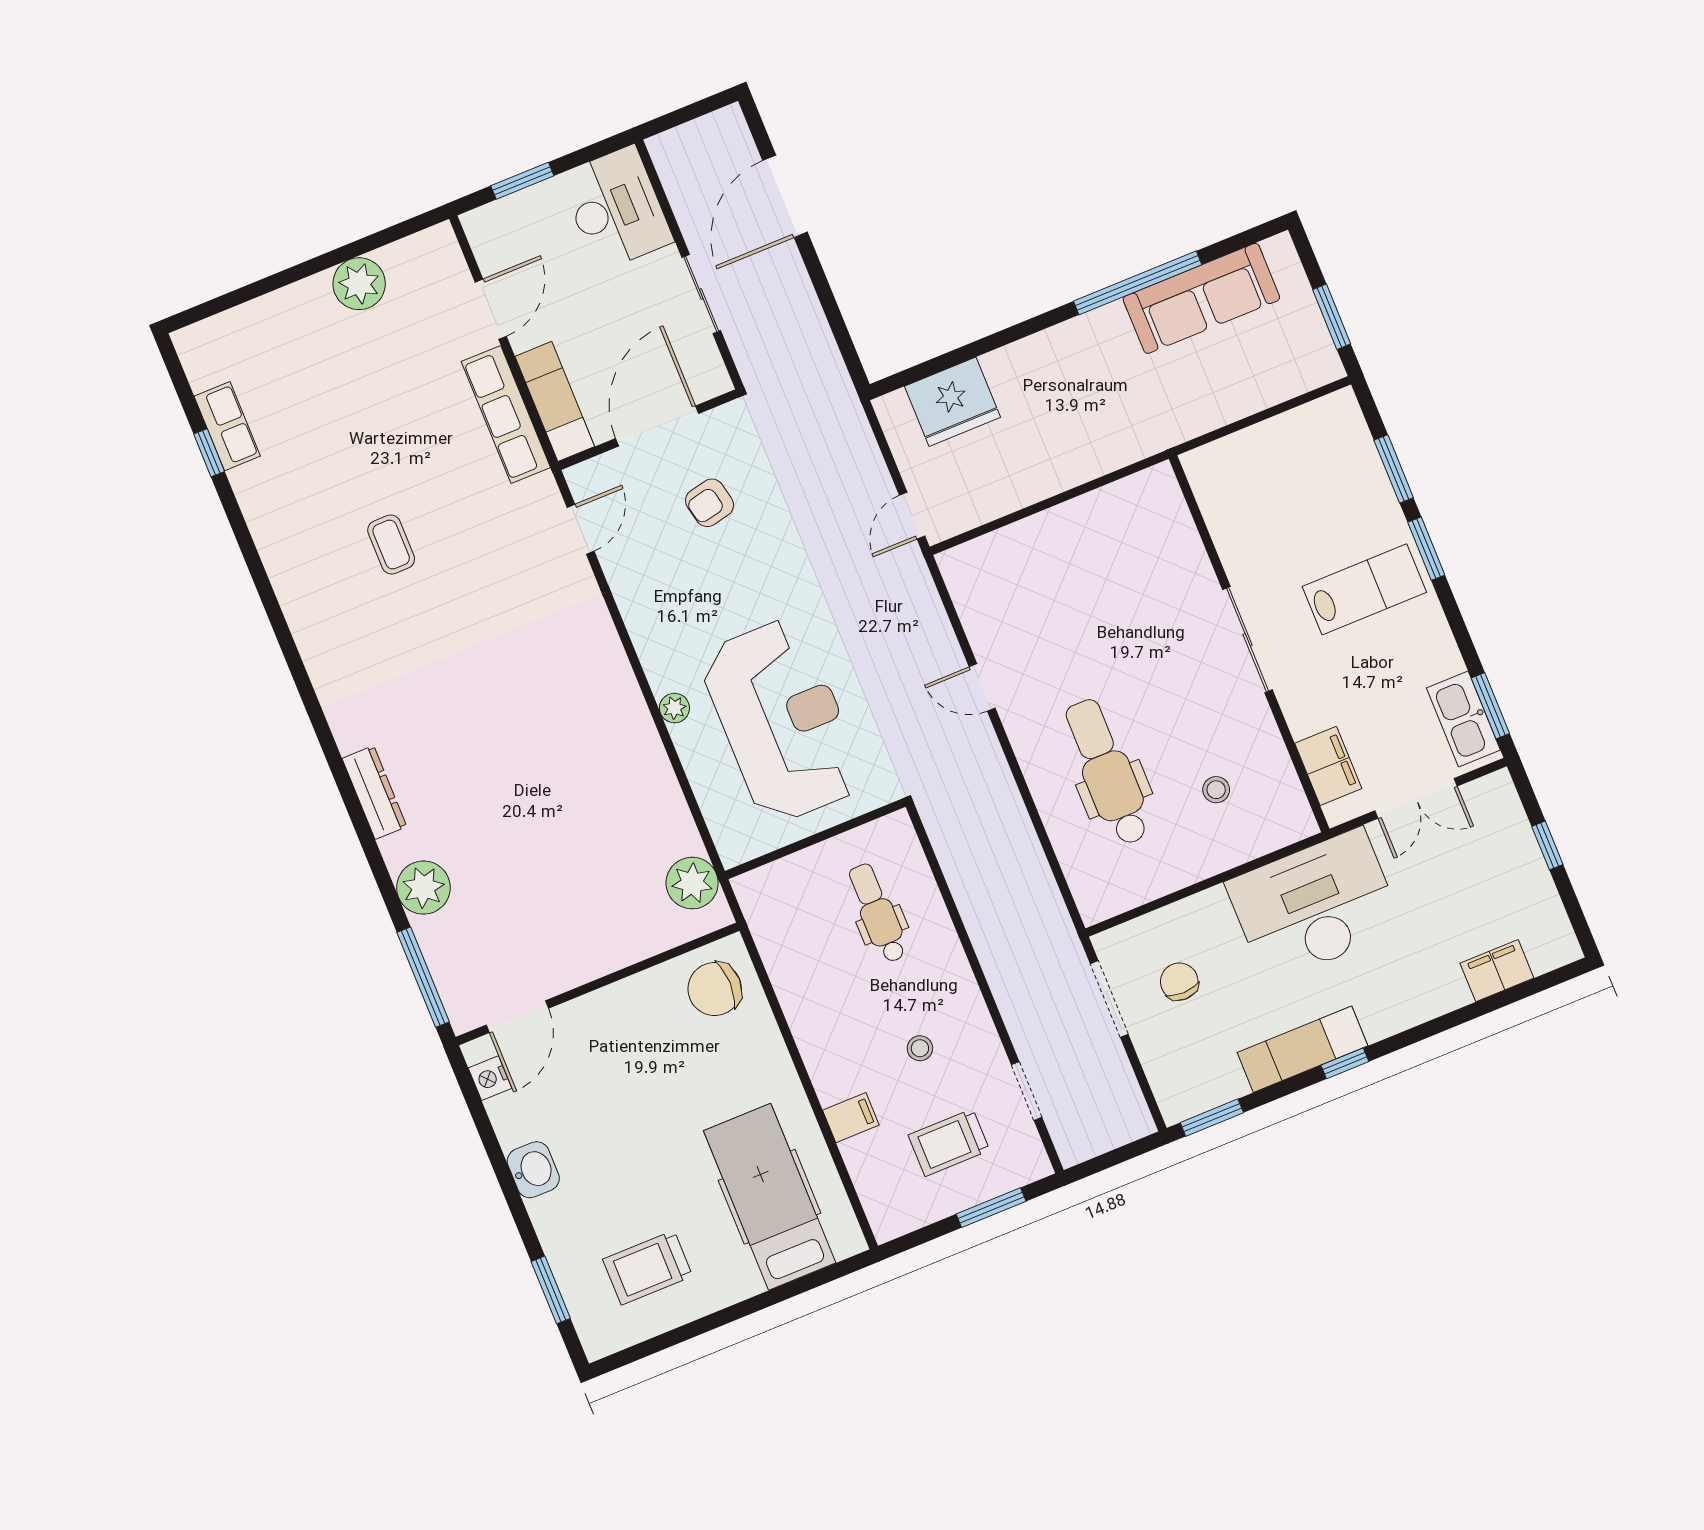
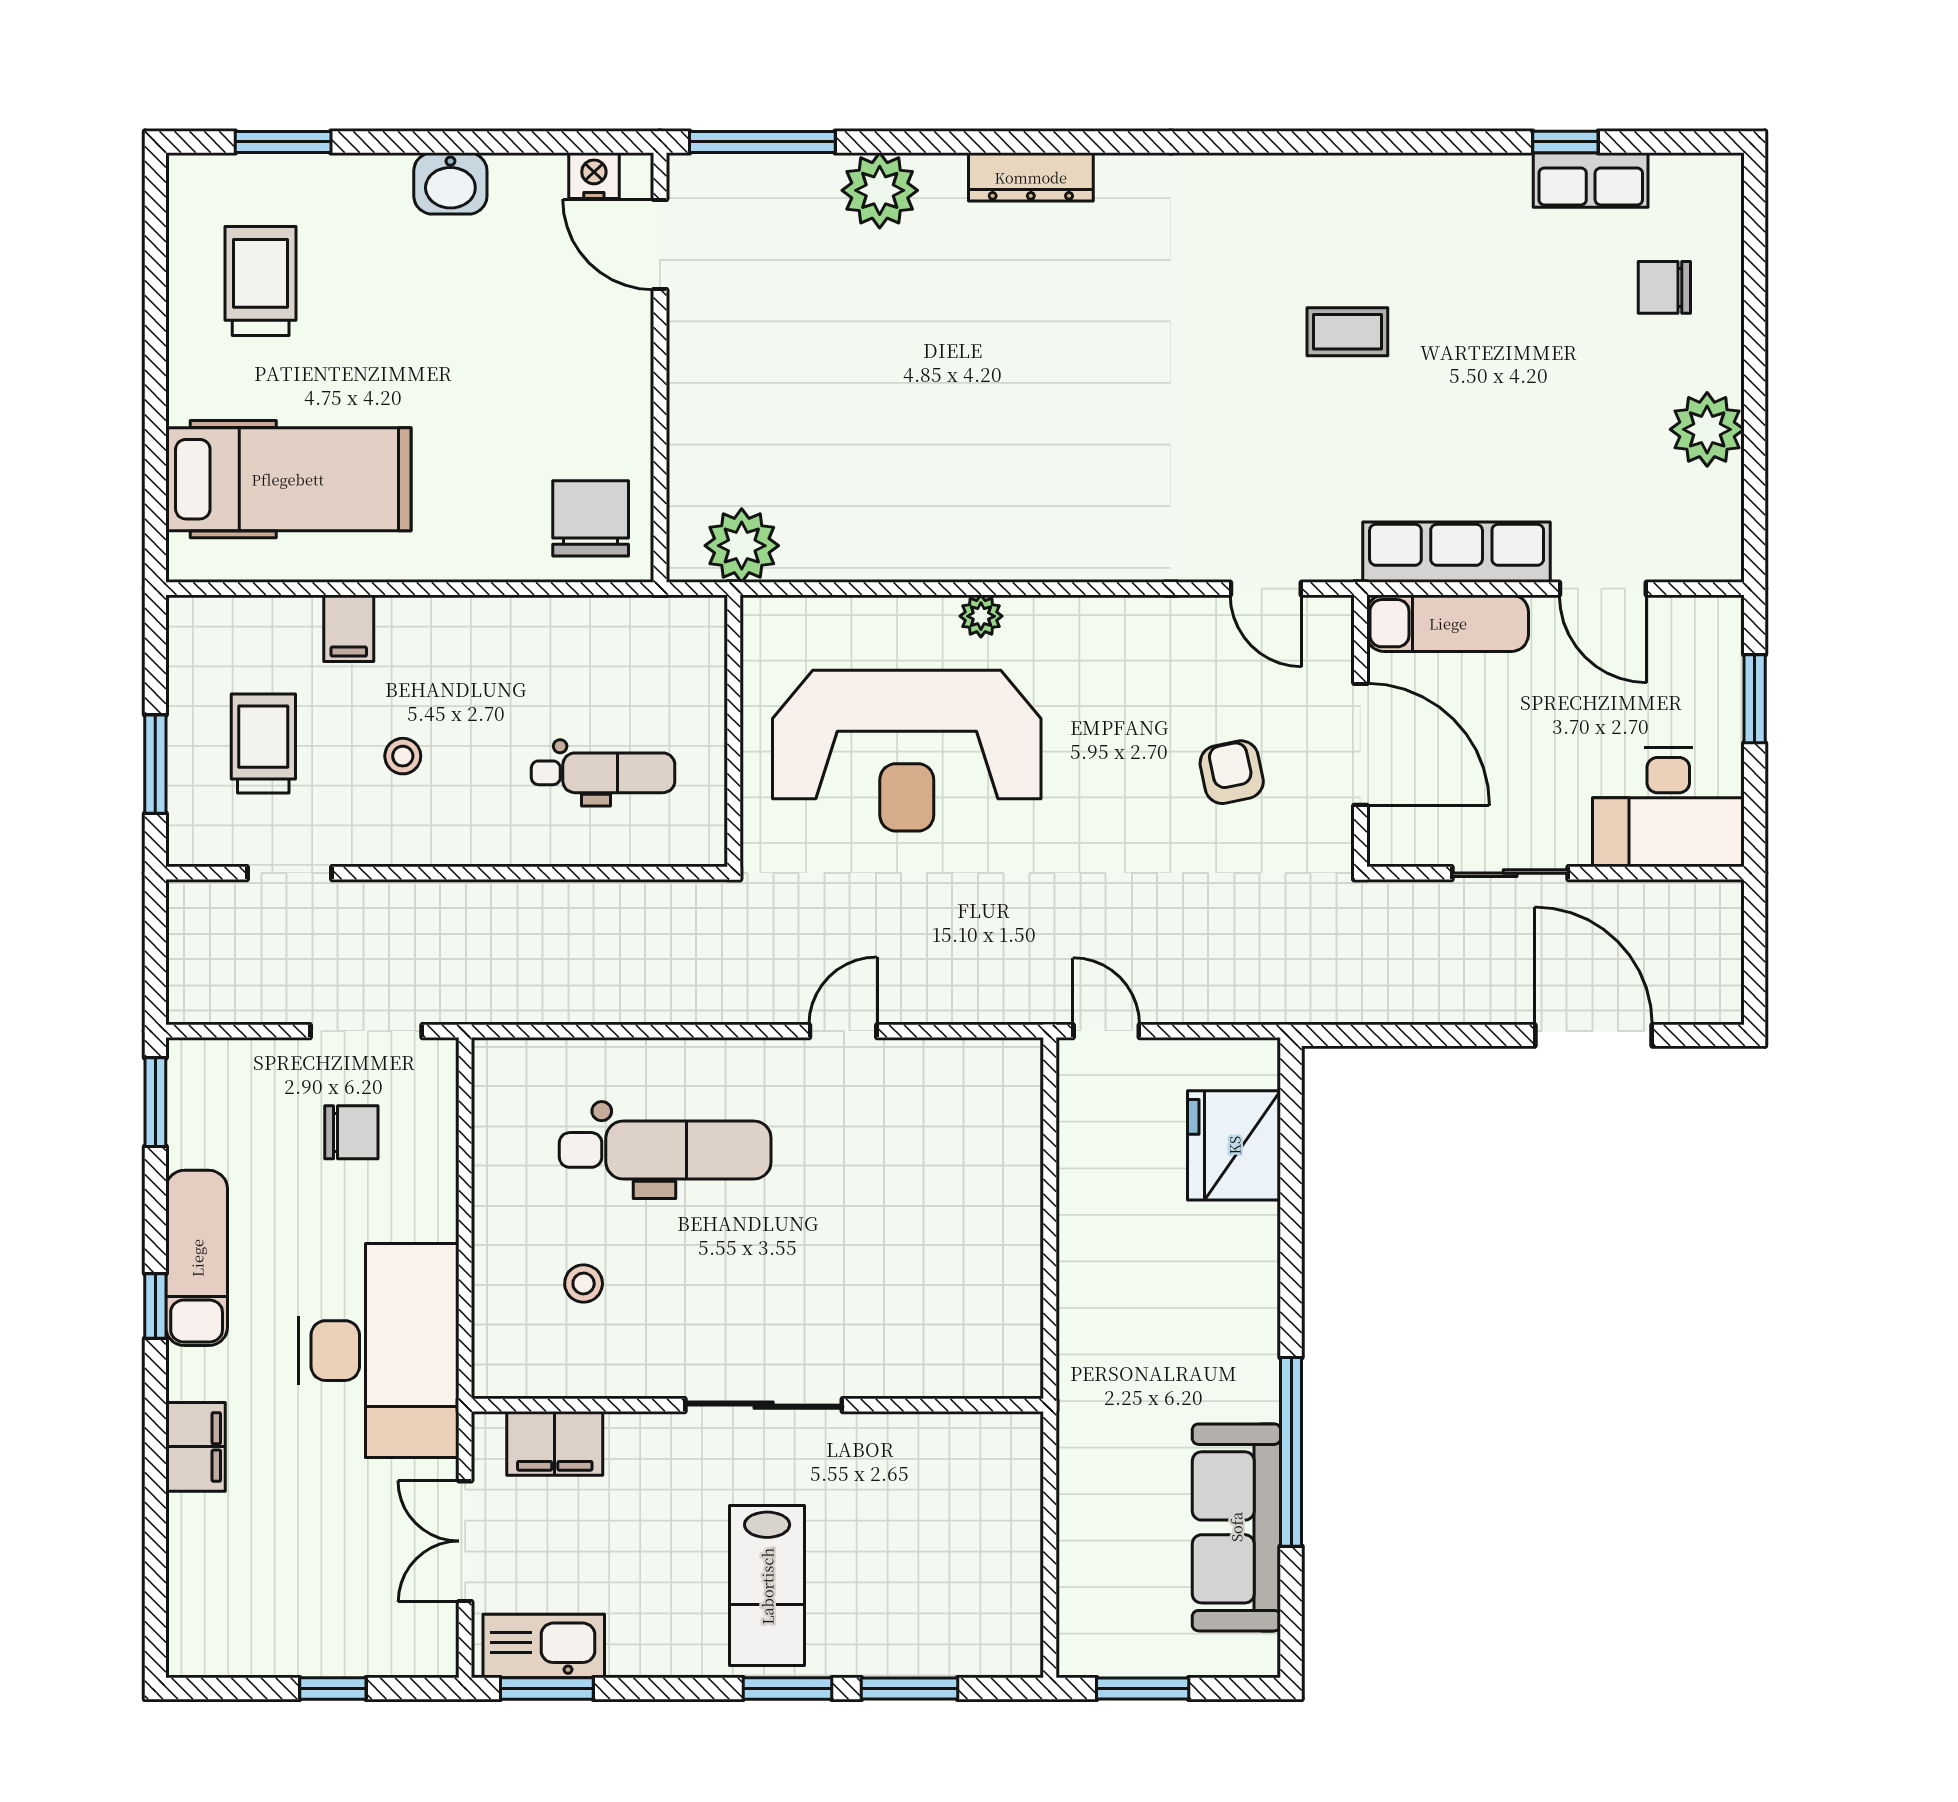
chair: (278, 349) -> (1664, 287), added
filing cabinet: (1497, 971) -> (196, 1447), moved

